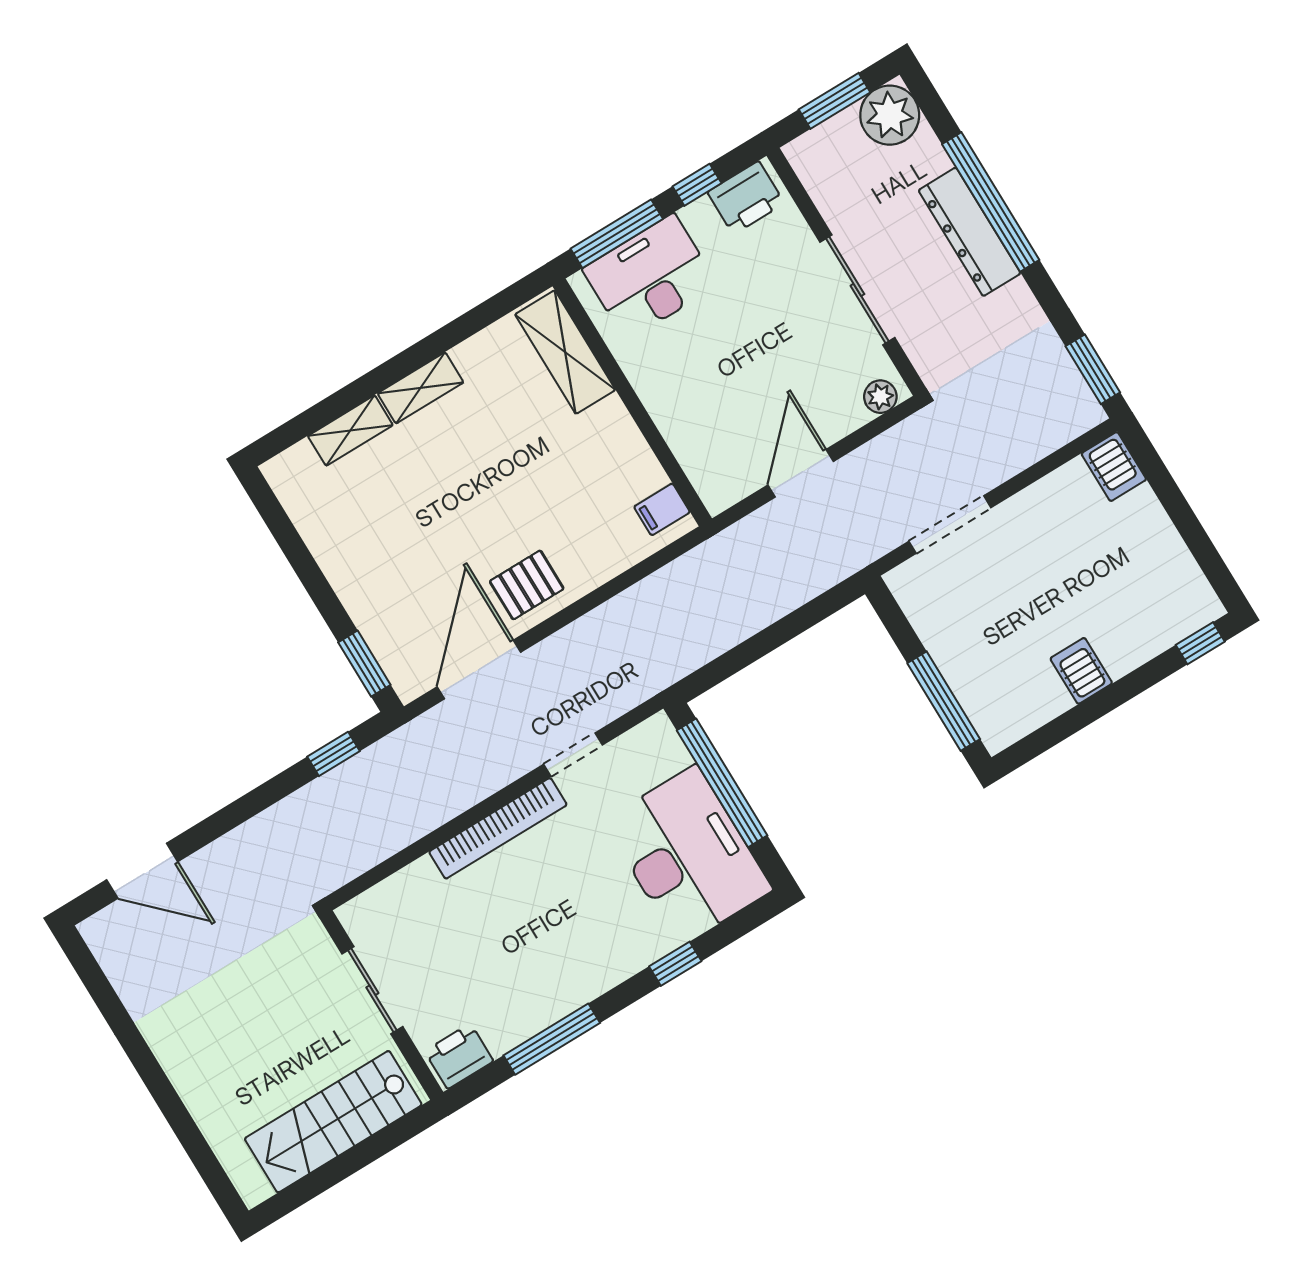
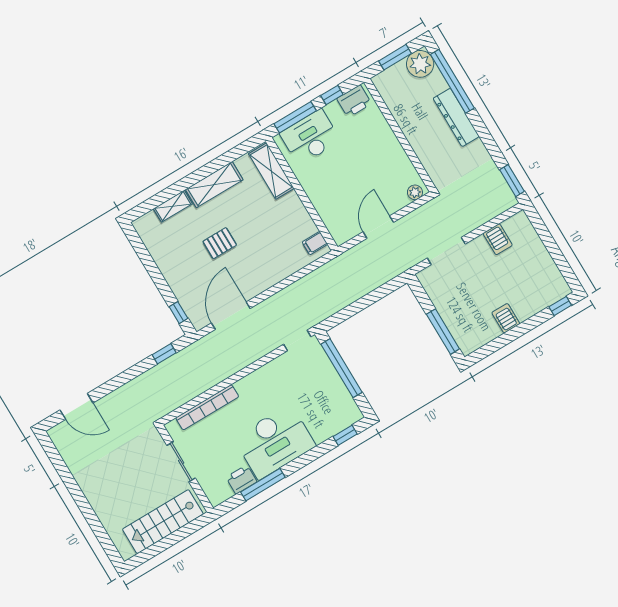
window: (991, 202) -> (452, 81), moved
sliding door: (857, 290) -> (405, 144), removed
shelving: (421, 388) -> (214, 185), width x1.50, depth x1.33
server rack: (1114, 467) -> (498, 239), moved
pallet: (527, 585) -> (220, 243), moved
window: (364, 664) -> (179, 313), width x0.67
doorway: (573, 755) -> (297, 341), moved
bookcase: (498, 828) -> (207, 407), moved
desk: (688, 856) -> (275, 442), moved, turned 90
window: (675, 964) -> (345, 435), moved
printer: (459, 1056) -> (241, 479), moved

